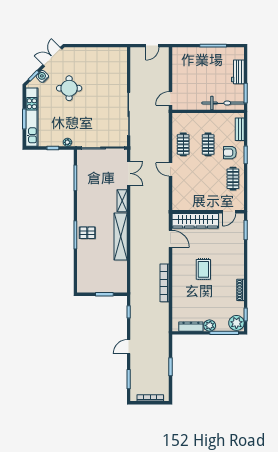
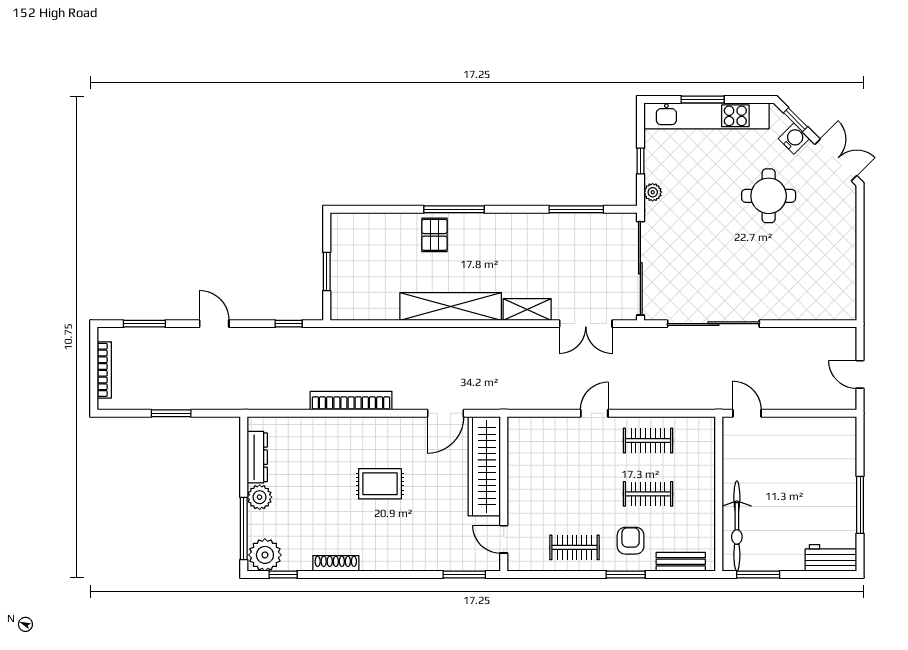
workbench: (238, 72) -> (831, 558), moved
pallet: (87, 233) -> (434, 235), moved

